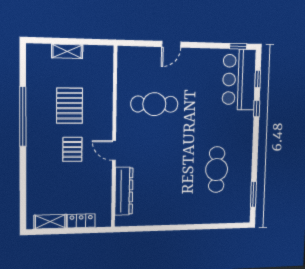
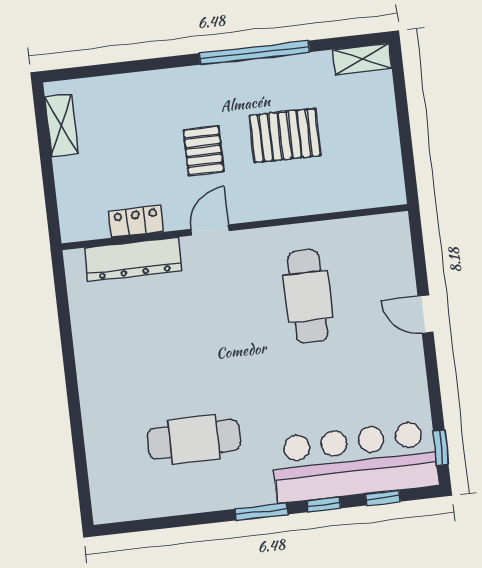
shelving: (67, 51) -> (362, 59), moved, turned 90
bar counter: (239, 80) -> (355, 462), width x1.36
pallet: (72, 149) -> (203, 151), turned 90
window: (253, 194) -> (261, 512), moved
locker: (81, 221) -> (136, 222), moved, turned -90

